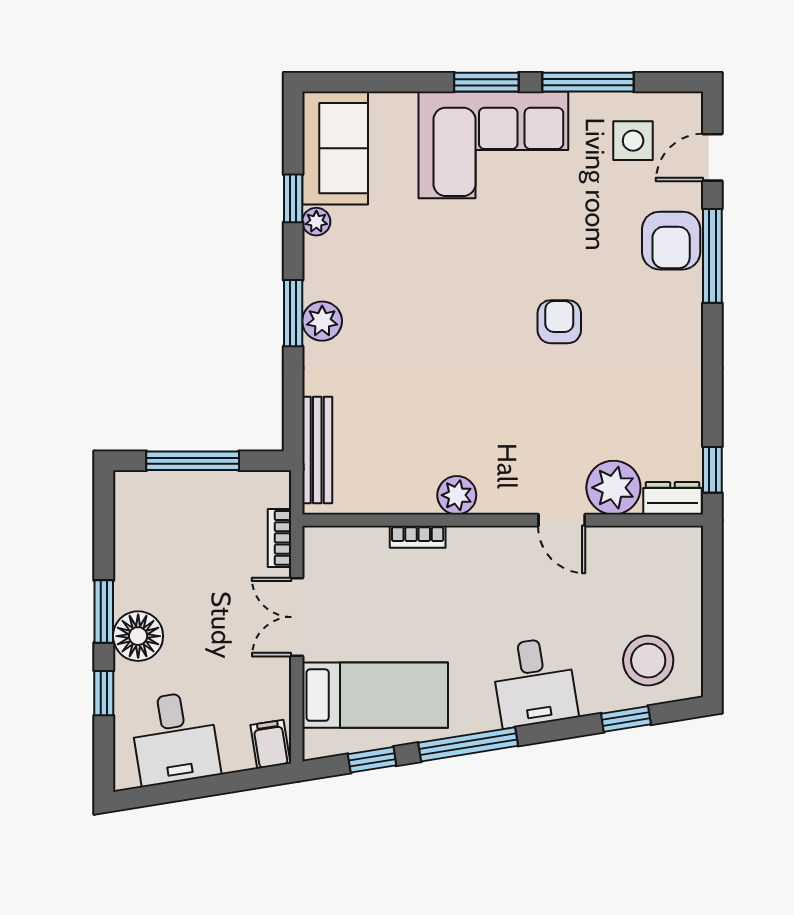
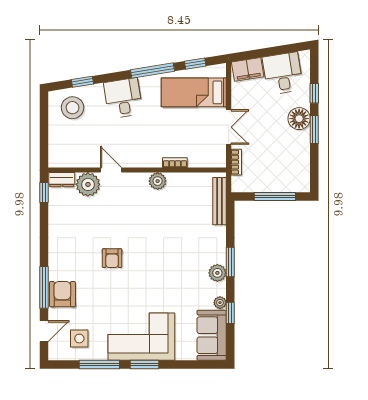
plant: (322, 321) -> (217, 273), moved
filing cabinet: (270, 744) -> (248, 69), width x2.00

